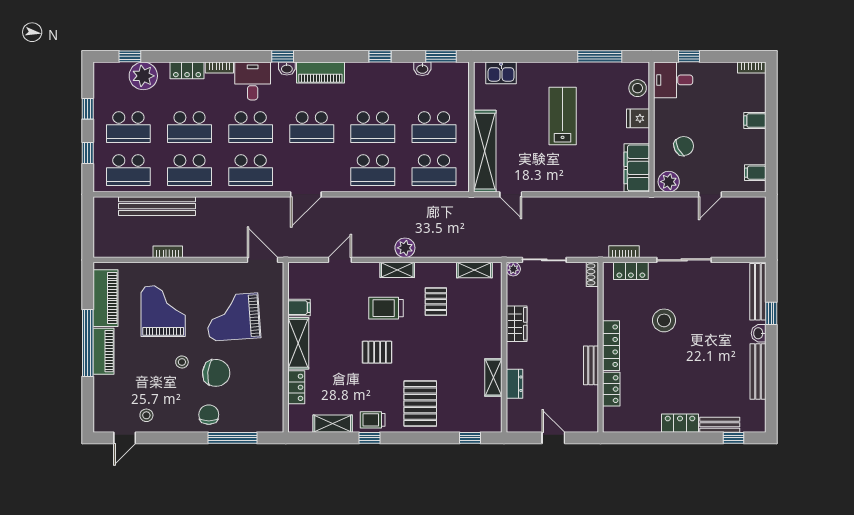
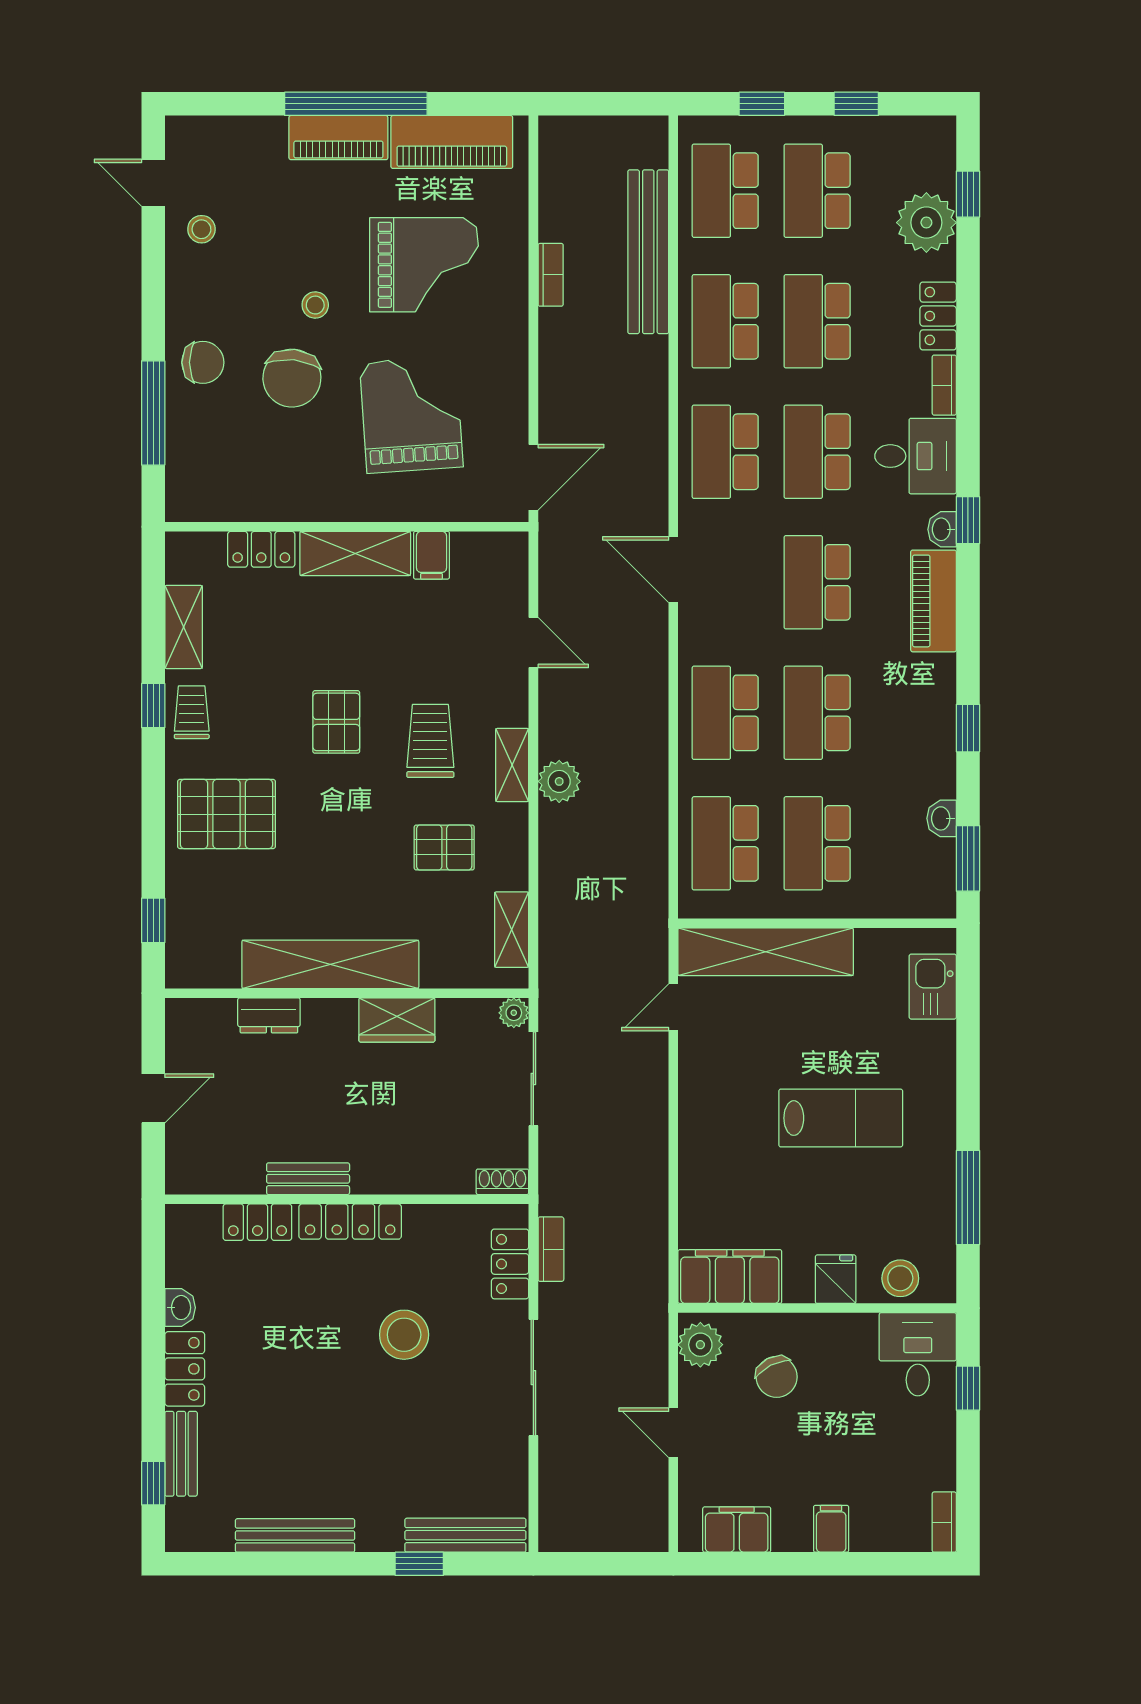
filing cabinet: (755, 173) -> (737, 1530), width x2.00
washbasin: (759, 333) -> (180, 1308), moved, turned 90
shelving: (493, 378) -> (330, 964), width x2.20, depth x1.33

